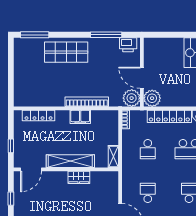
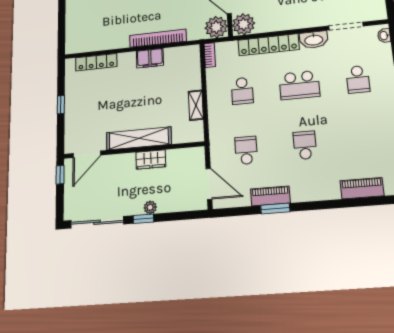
shelving: (70, 161) -> (139, 138), moved
door: (31, 169) -> (87, 154), moved
wall: (66, 169) -> (133, 150), moved
wardrobe: (79, 177) -> (151, 159), moved

